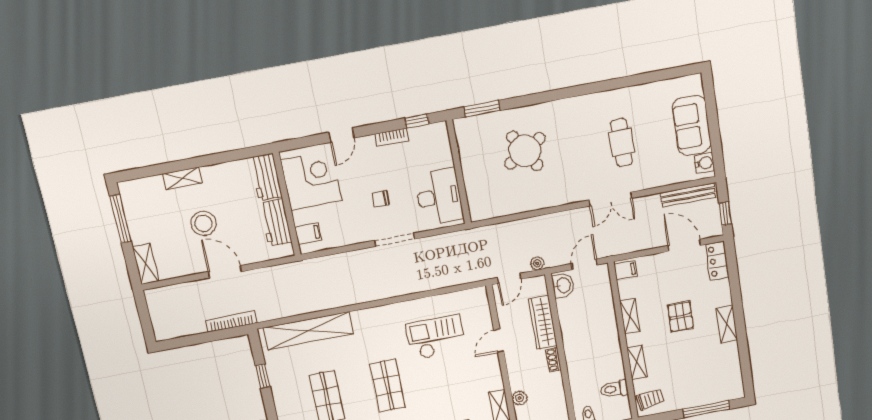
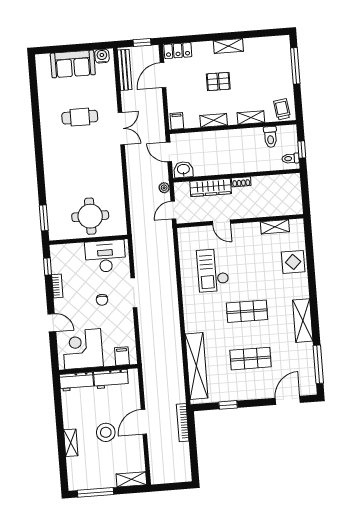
round table: (525, 151) -> (90, 216), moved, turned 31
door: (509, 278) -> (173, 210), swing flipped
plant: (520, 398) -> (269, 211), removed

